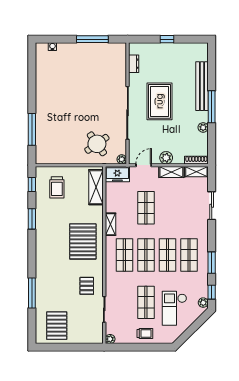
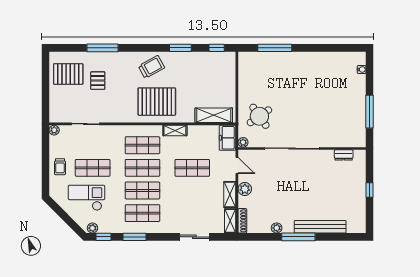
rug: (159, 101) -> (304, 182), removed
trolley: (57, 187) -> (152, 67), moved, turned 151
pallet: (87, 286) -> (98, 81), moved, turned 90

